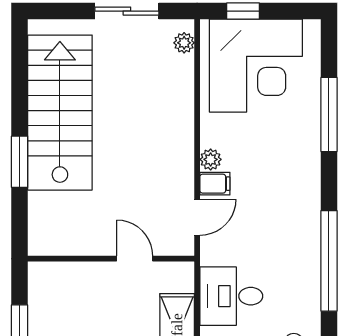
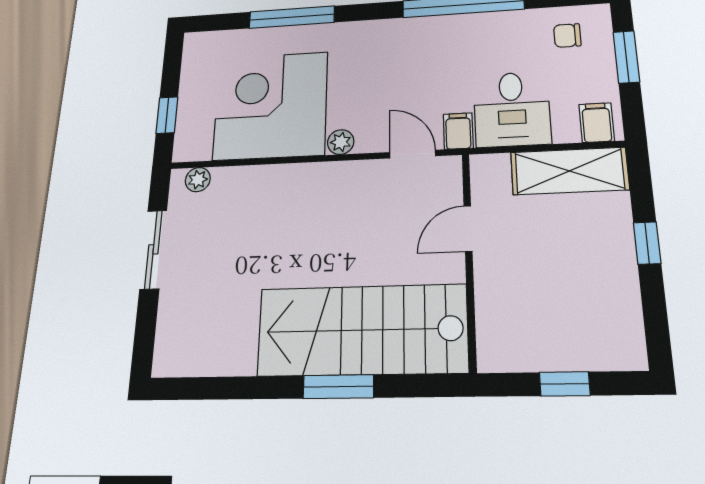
corner desk: (256, 66) -> (271, 106), moved, turned -90
stairs: (60, 113) -> (362, 330), moved
filing cabinet: (215, 184) -> (458, 131), moved

